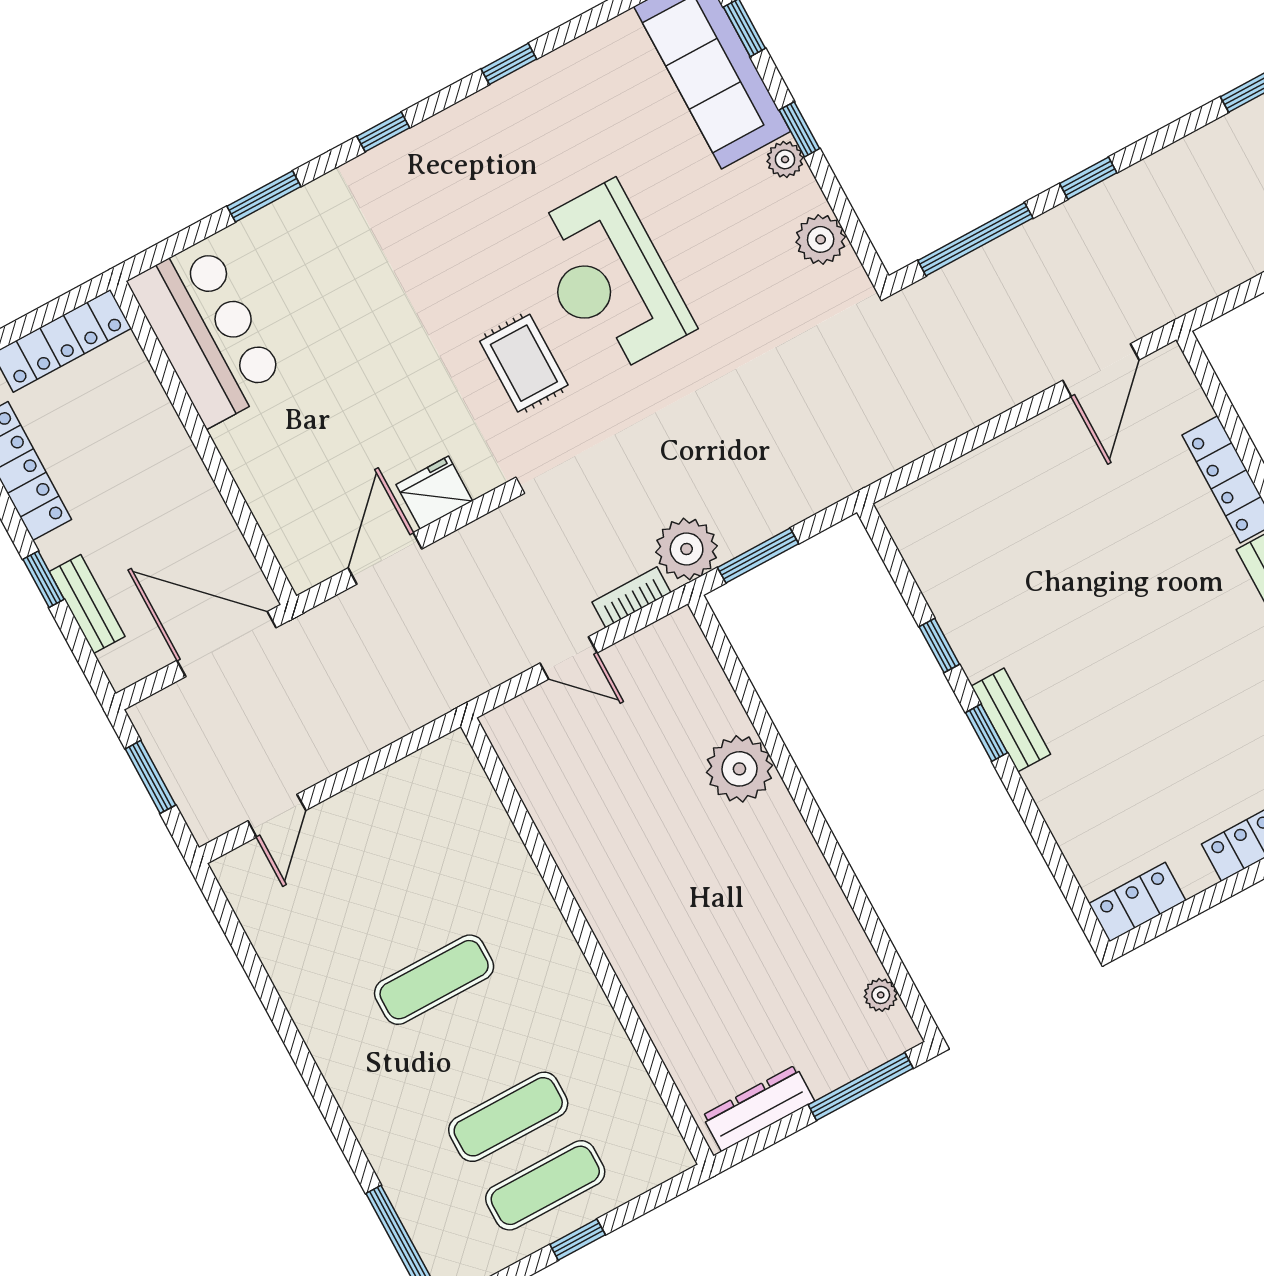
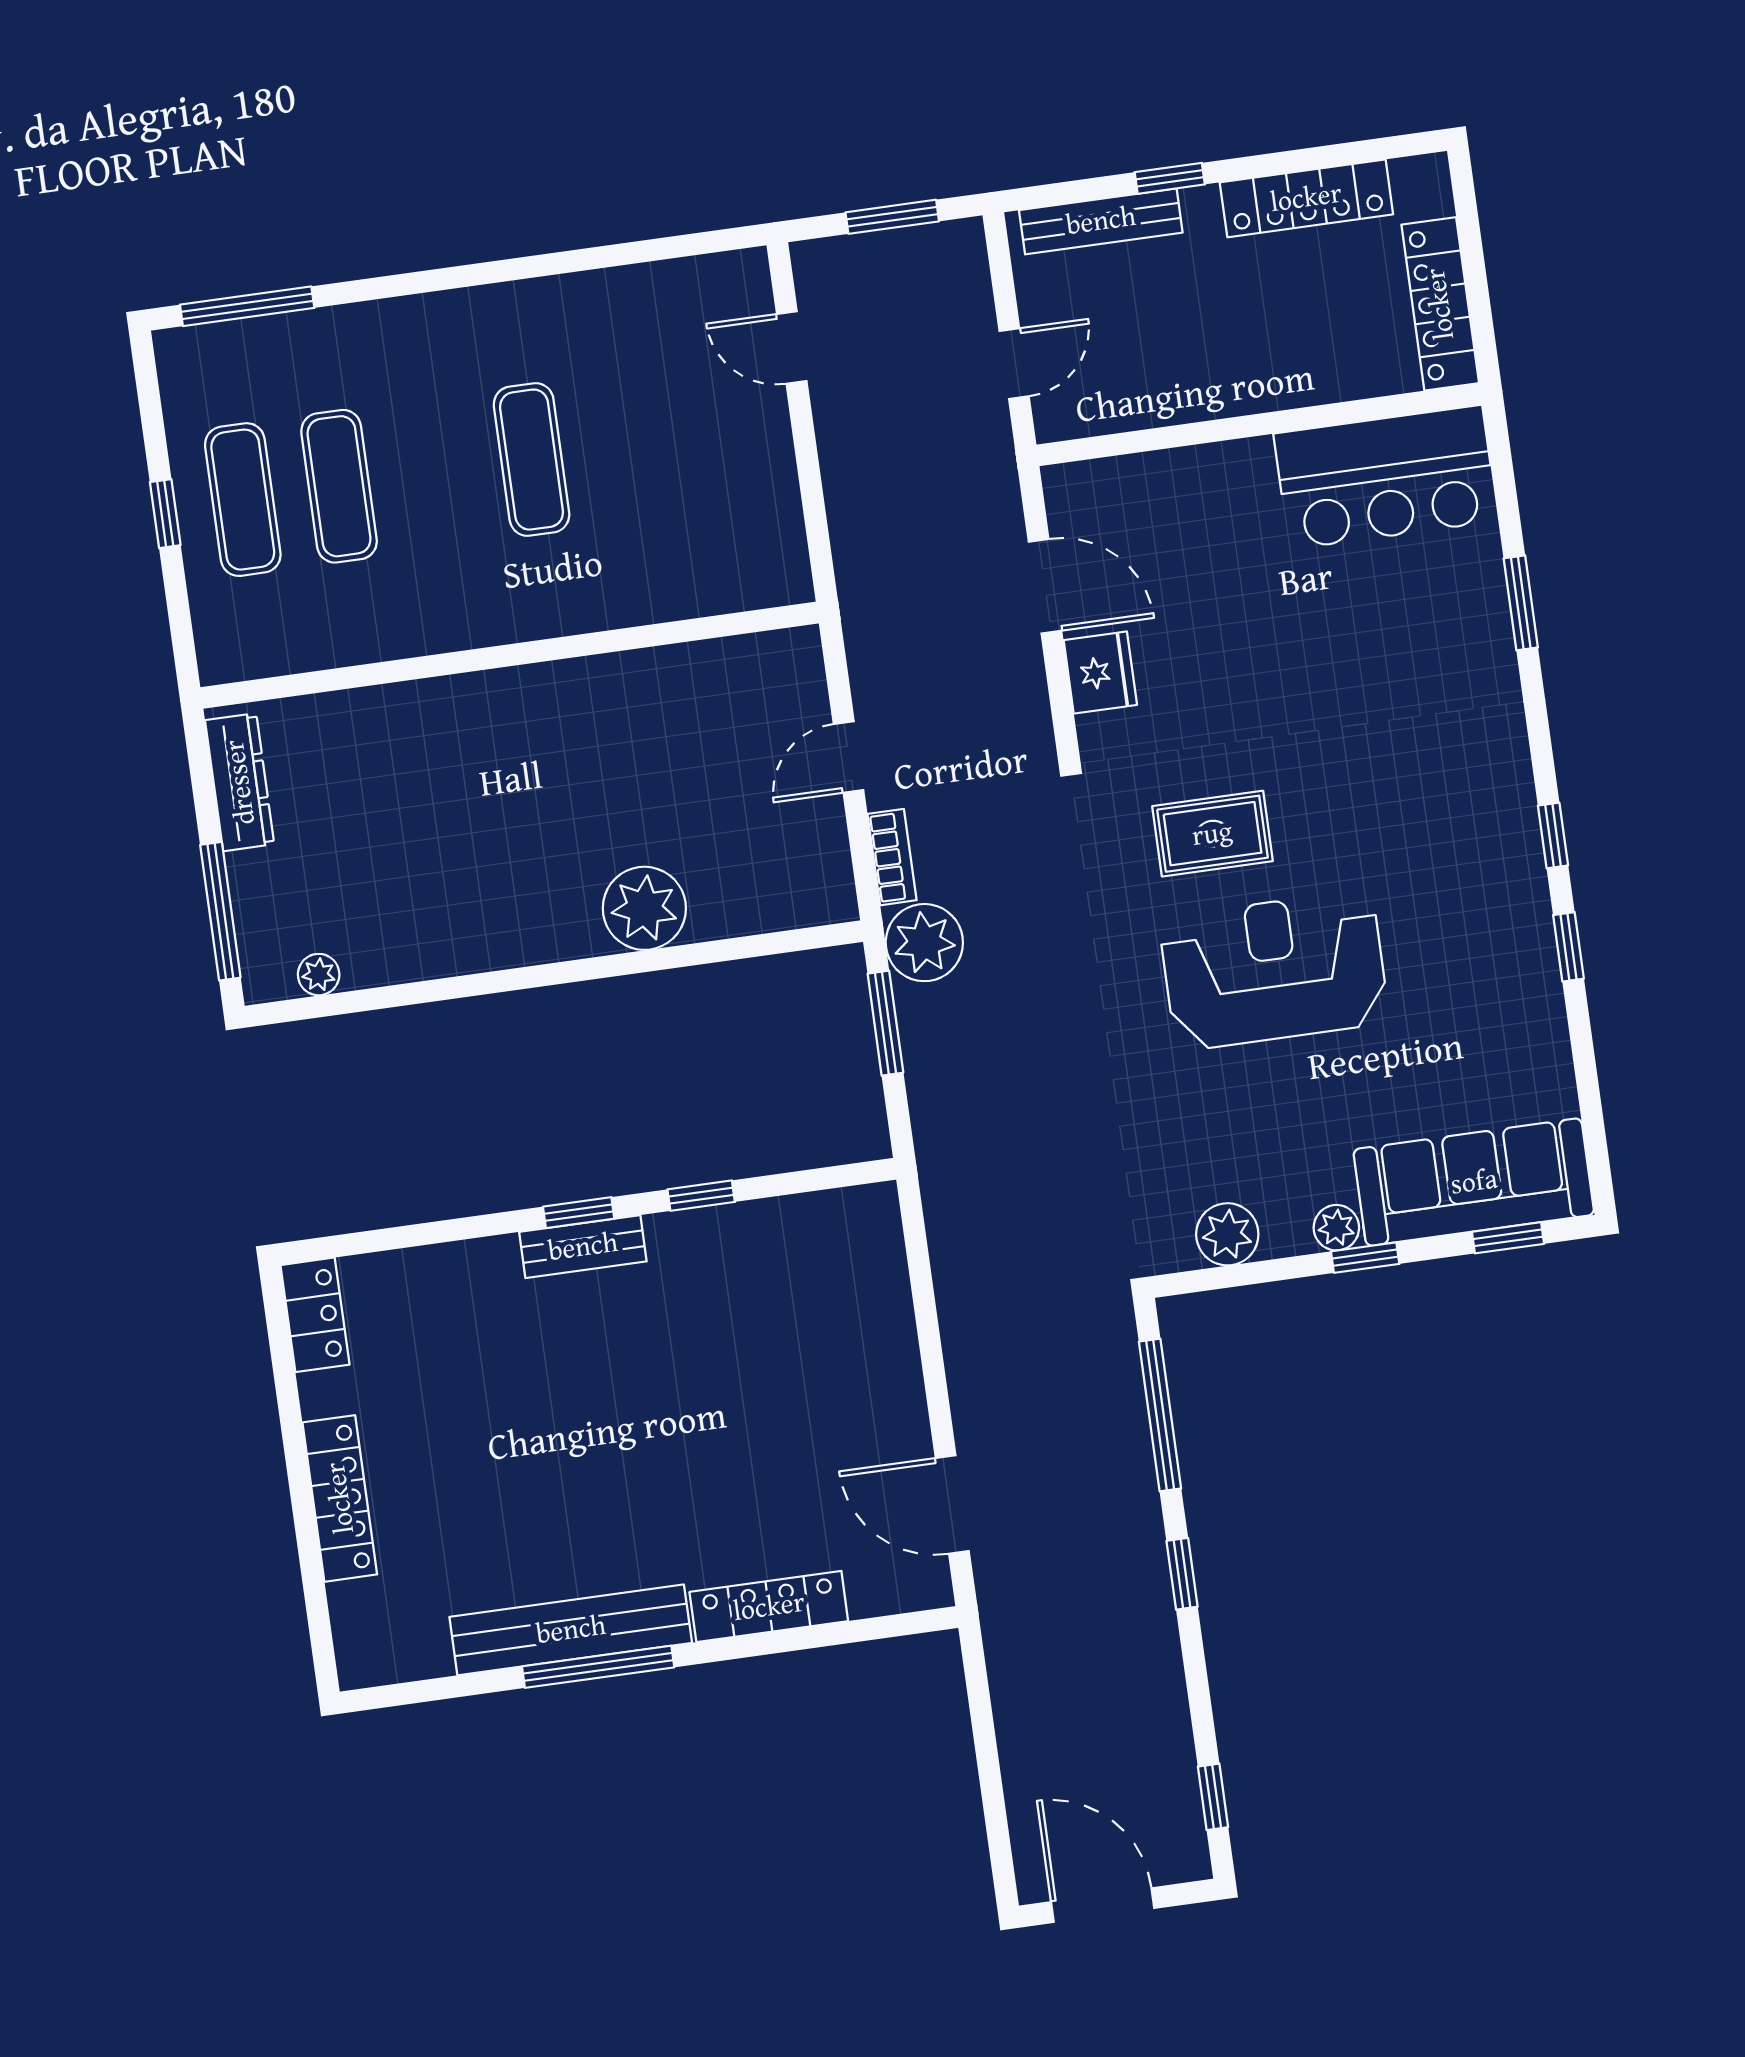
window: (383, 132) -> (1553, 835), moved
bench: (87, 604) -> (1101, 221), width x1.36
door: (227, 644) -> (1014, 364), width x0.53

